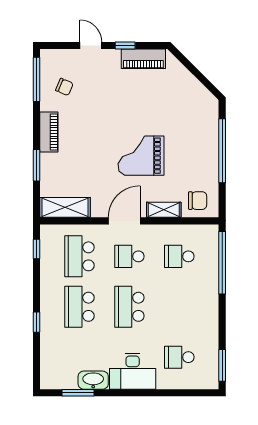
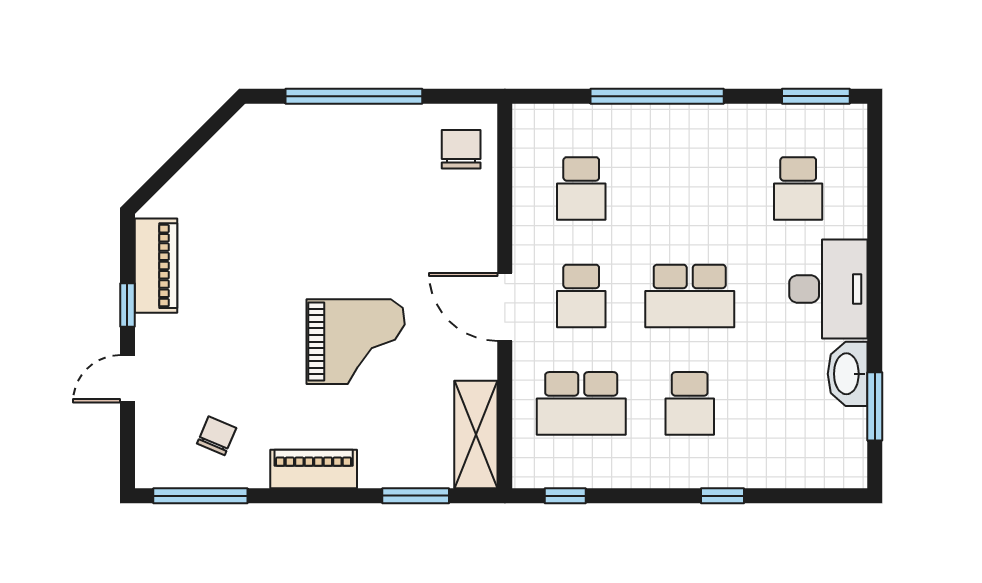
grand piano: (141, 156) -> (356, 342), moved, turned -90
window: (37, 165) -> (416, 496), moved
shelving: (164, 210) -> (481, 222), removed
window: (222, 263) -> (657, 96), moved
school desk: (79, 307) -> (690, 403), width x0.54

